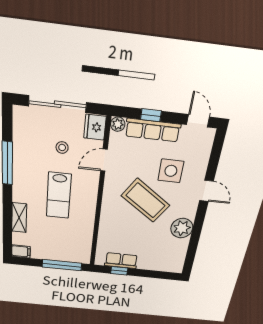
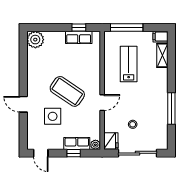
row of seats: (153, 130) -> (77, 143), width x0.68
door: (104, 160) -> (102, 103), moved
lab bench: (59, 196) -> (129, 64), moved
shelving: (19, 218) -> (162, 55), moved
plant: (182, 228) -> (35, 40), moved

